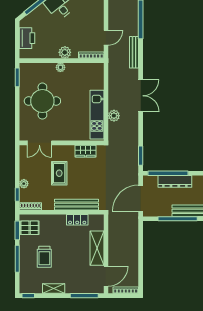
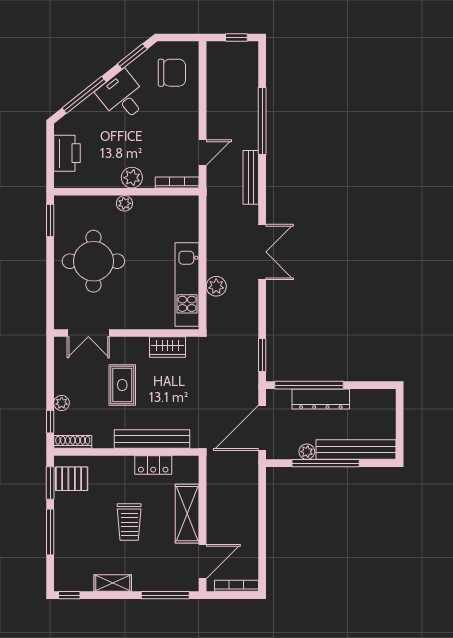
plant: (167, 212) -> (307, 452), added
trolley: (44, 257) -> (129, 522), moved

